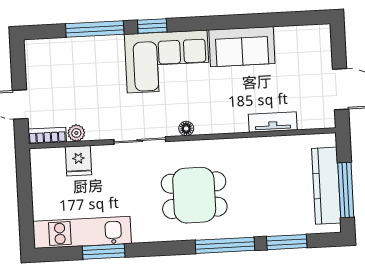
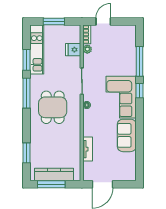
window: (25, 202) -> (54, 21), added
window: (225, 245) -> (26, 93), moved

